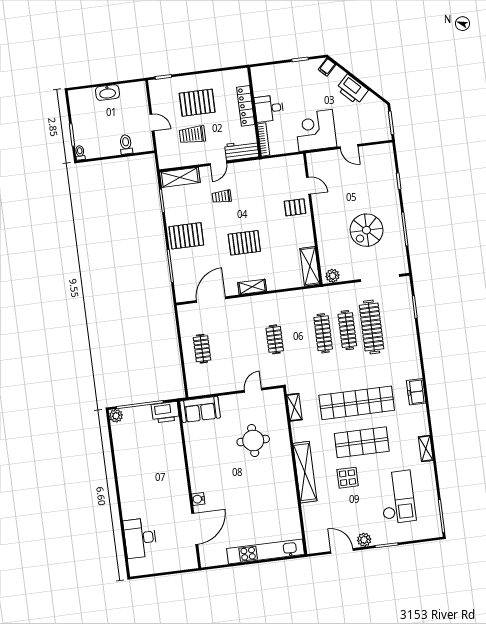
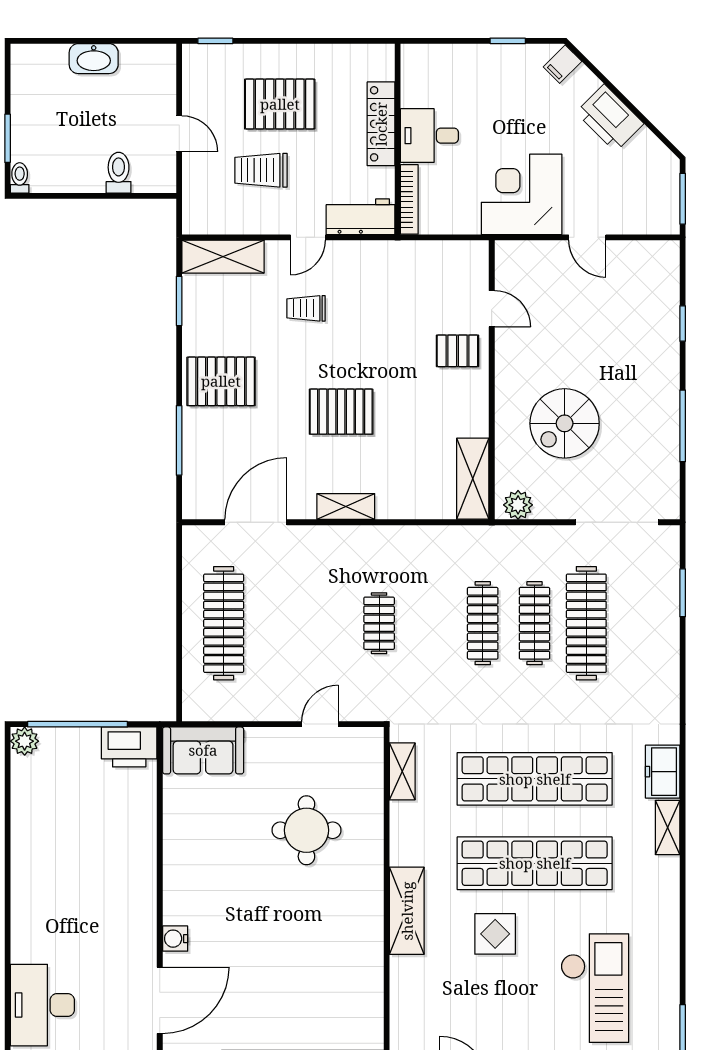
spiral stairs: (366, 230) -> (565, 423), moved
clothes rail: (202, 349) -> (224, 623), width x1.86, depth x1.31
shop shelf: (362, 442) -> (535, 863), width x1.40
shelving: (426, 449) -> (668, 828), moved
shelving: (305, 472) -> (407, 911), width x0.68

